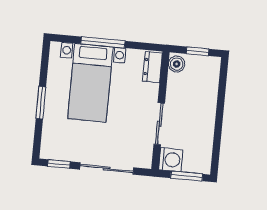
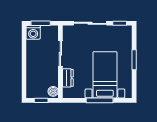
dresser: (152, 67) -> (68, 78), moved
washing machine: (171, 160) -> (33, 32), moved, turned -90

